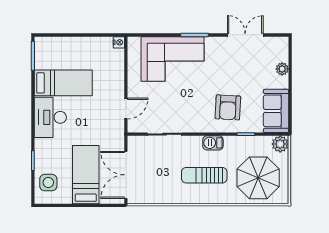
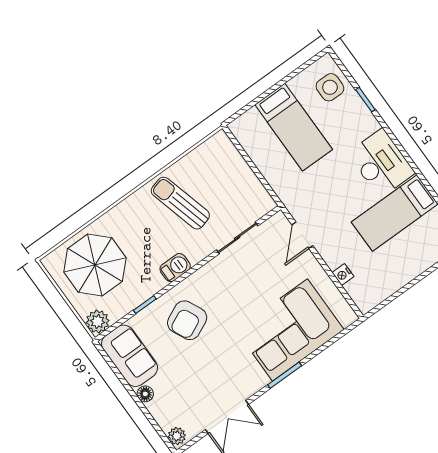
nightstand: (119, 42) -> (343, 275), moved
plant: (282, 69) -> (177, 436), moved
floor lamp: (283, 82) -> (145, 394), added
armchair: (228, 107) -> (187, 320), turned -118
double door: (126, 175) -> (248, 160), removed
sun lounger: (204, 175) -> (180, 203), moved, turned -105

